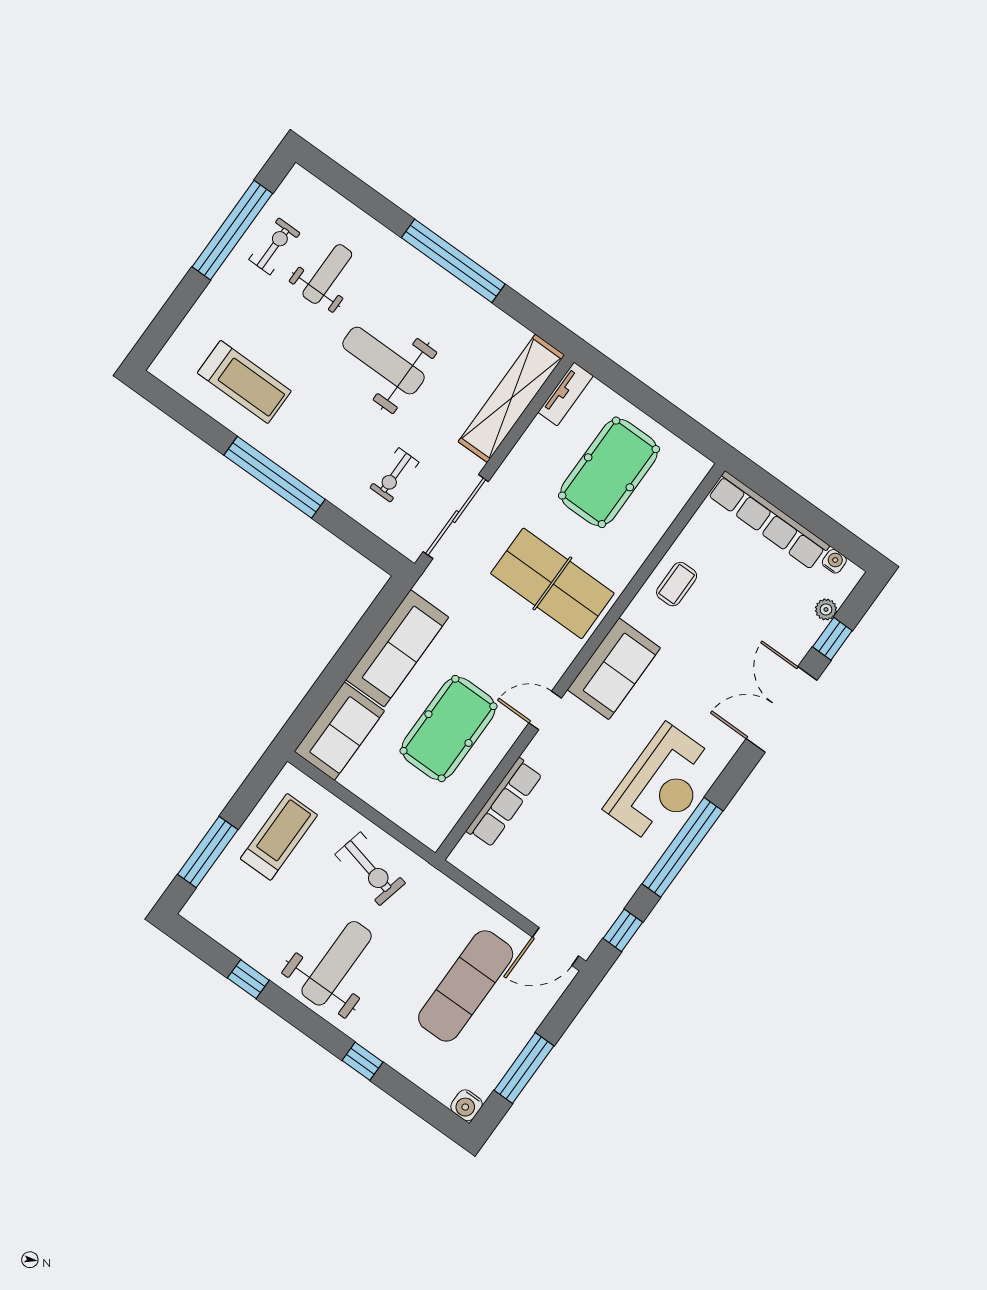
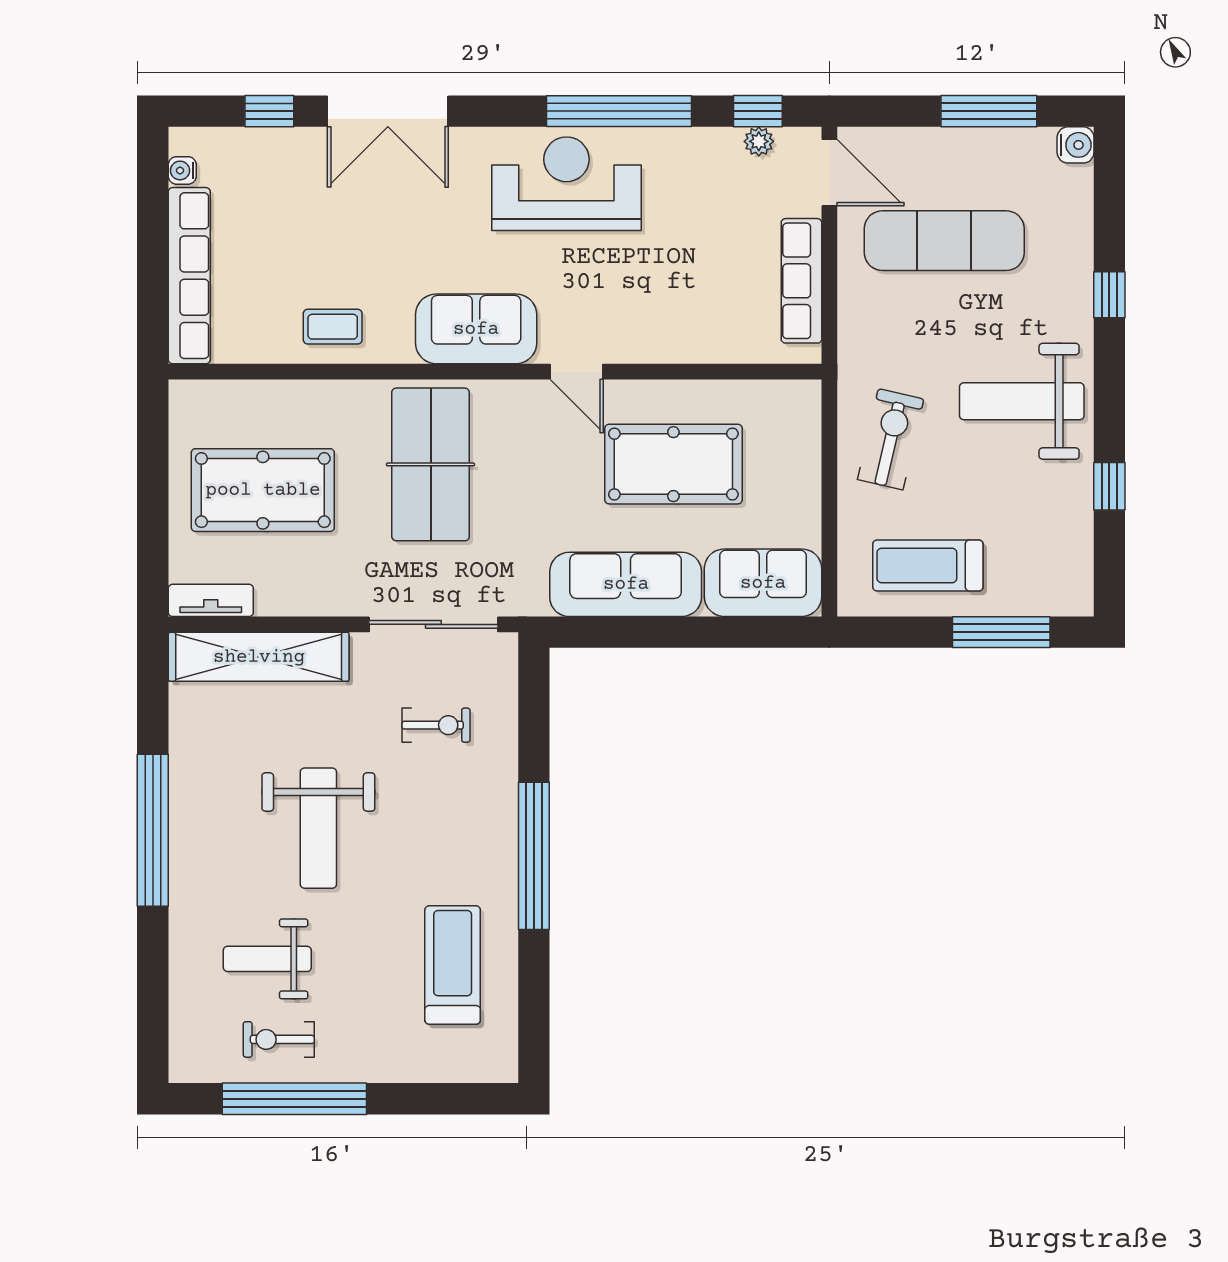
plant: (826, 609) -> (759, 141), moved
row of seats: (504, 803) -> (801, 281), moved, turned -90

